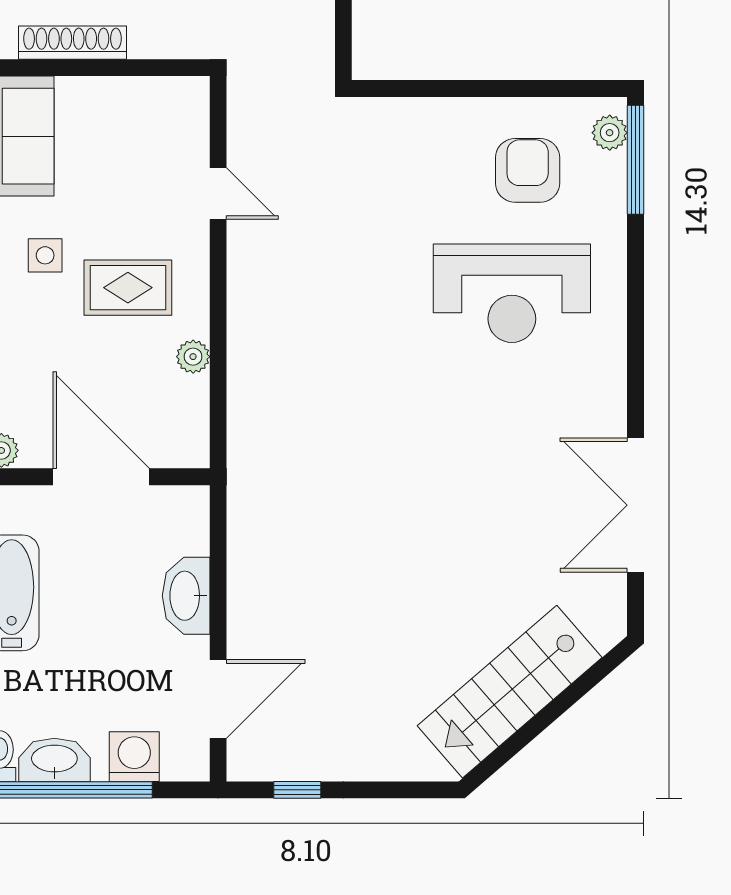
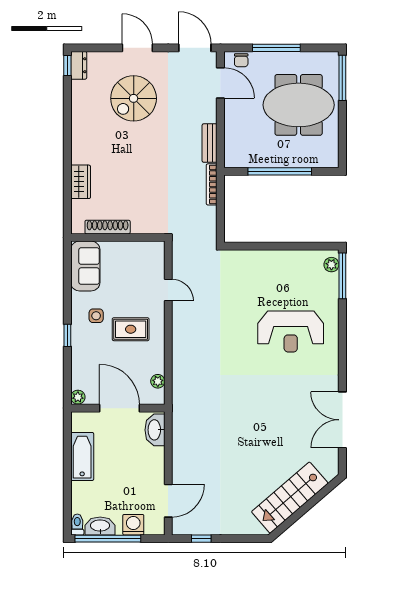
armchair: (528, 170) -> (297, 280), removed
plant: (193, 357) -> (158, 381), moved
washbasin: (186, 596) -> (155, 430), moved

